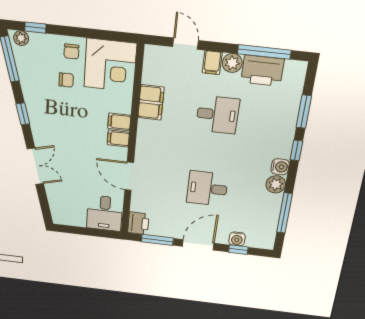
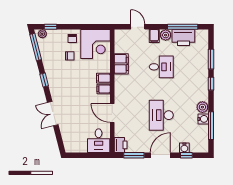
double door: (35, 166) -> (53, 114), swing flipped
water cooler: (280, 167) -> (203, 119), moved
desk: (207, 189) -> (161, 115), width x1.37

